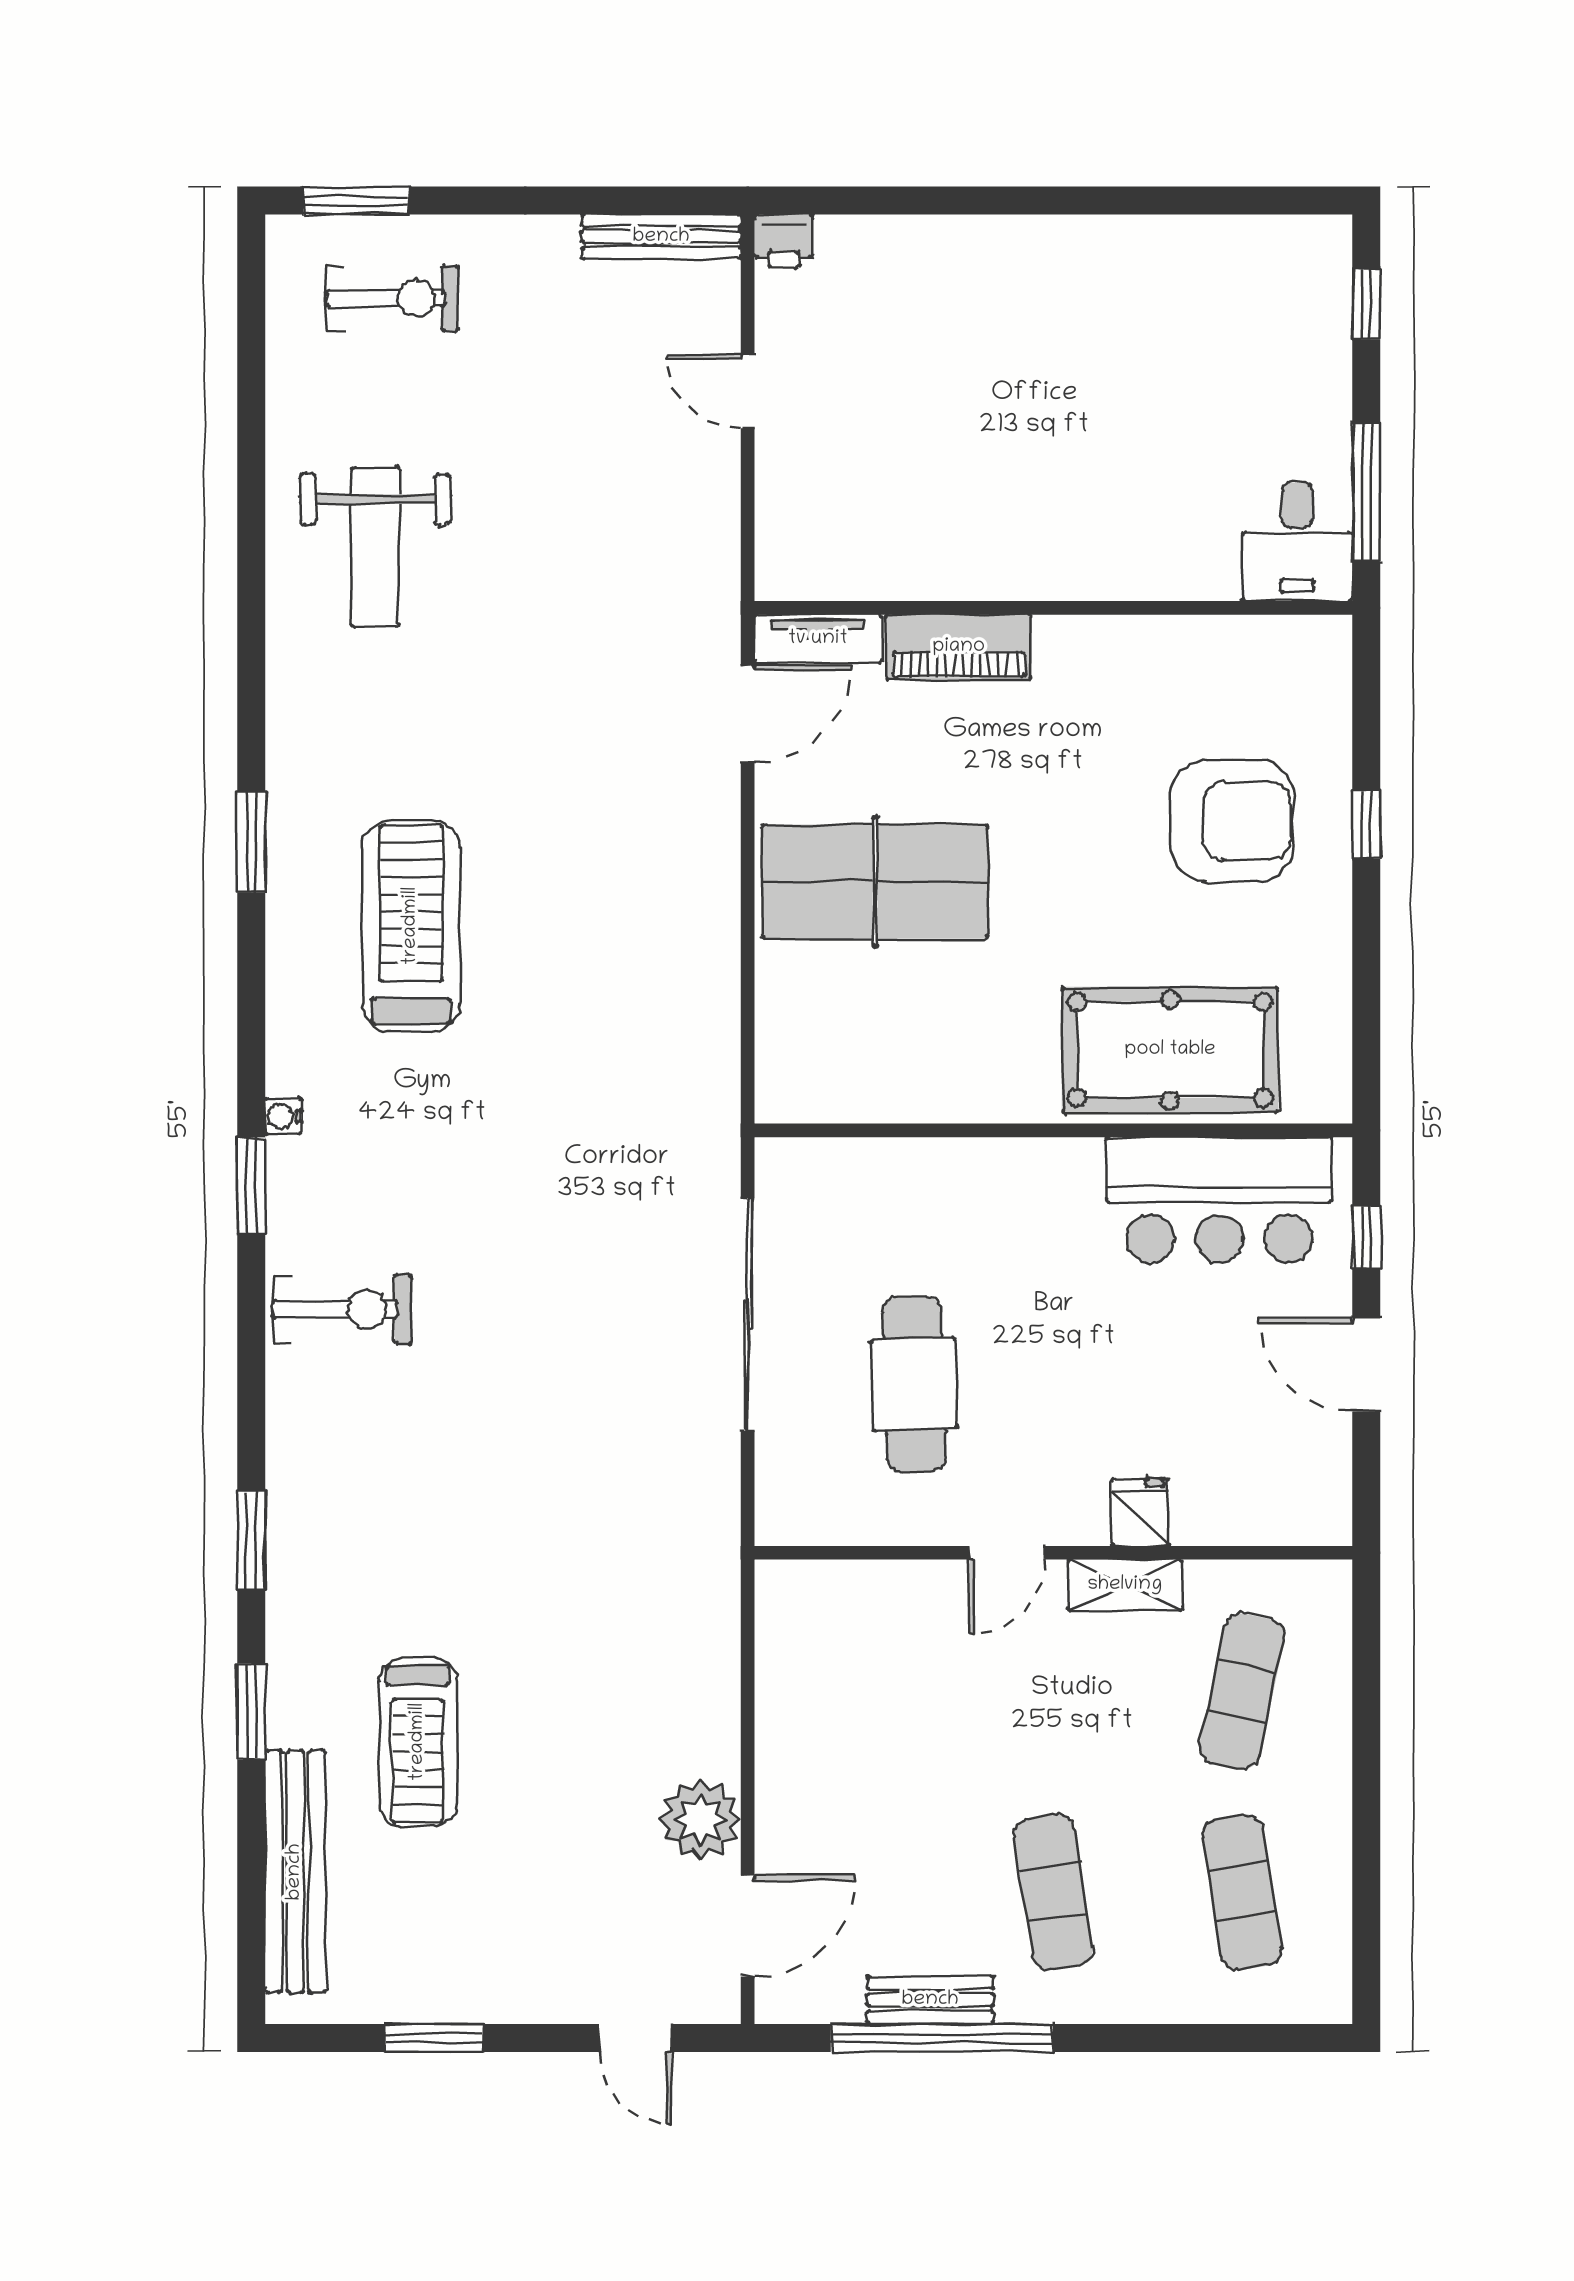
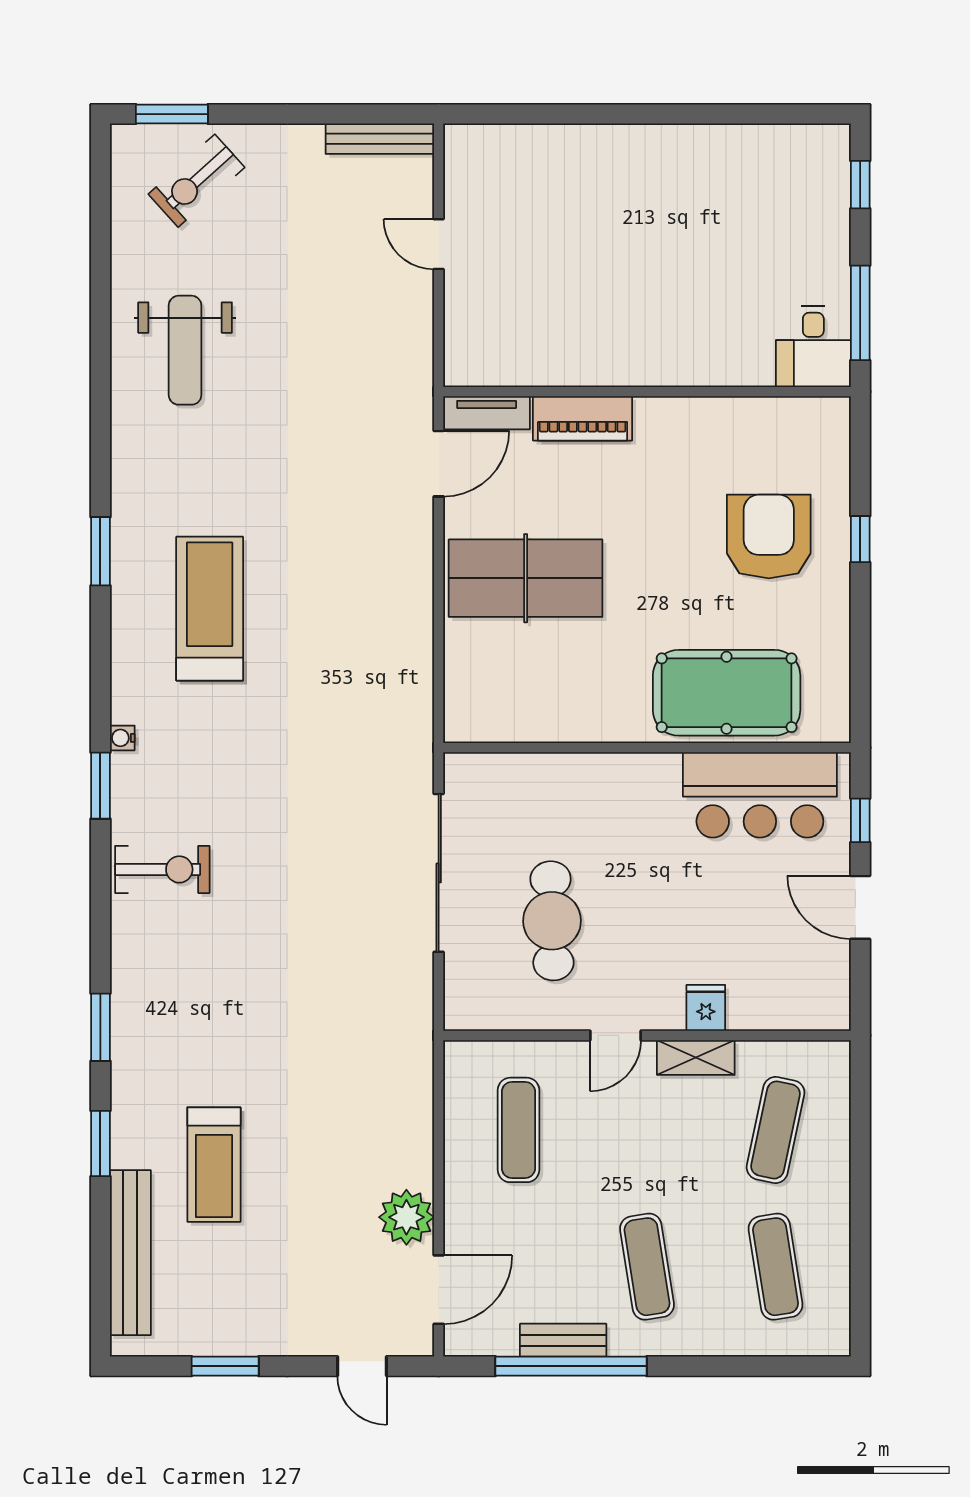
printer: (784, 241) -> (463, 142), removed
exercise bike: (392, 298) -> (197, 181), turned 138
armchair: (1232, 821) -> (769, 536), turned -90
exercise mat: (865, 1691) -> (518, 1130), added

